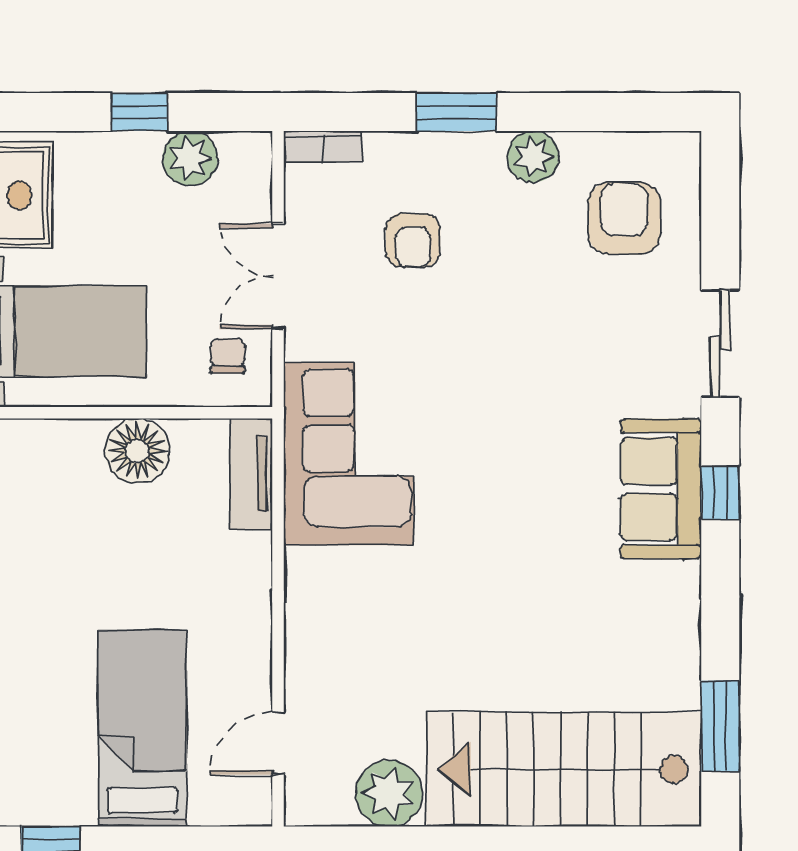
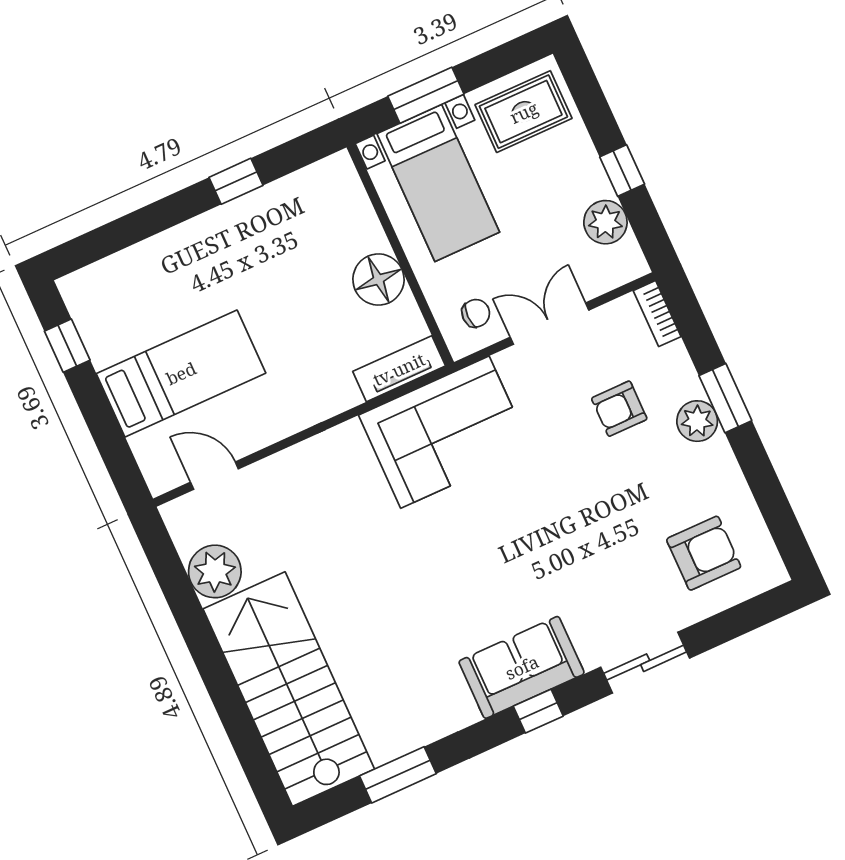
plant: (533, 157) -> (697, 421), moved
window: (720, 726) -> (398, 775), moved

